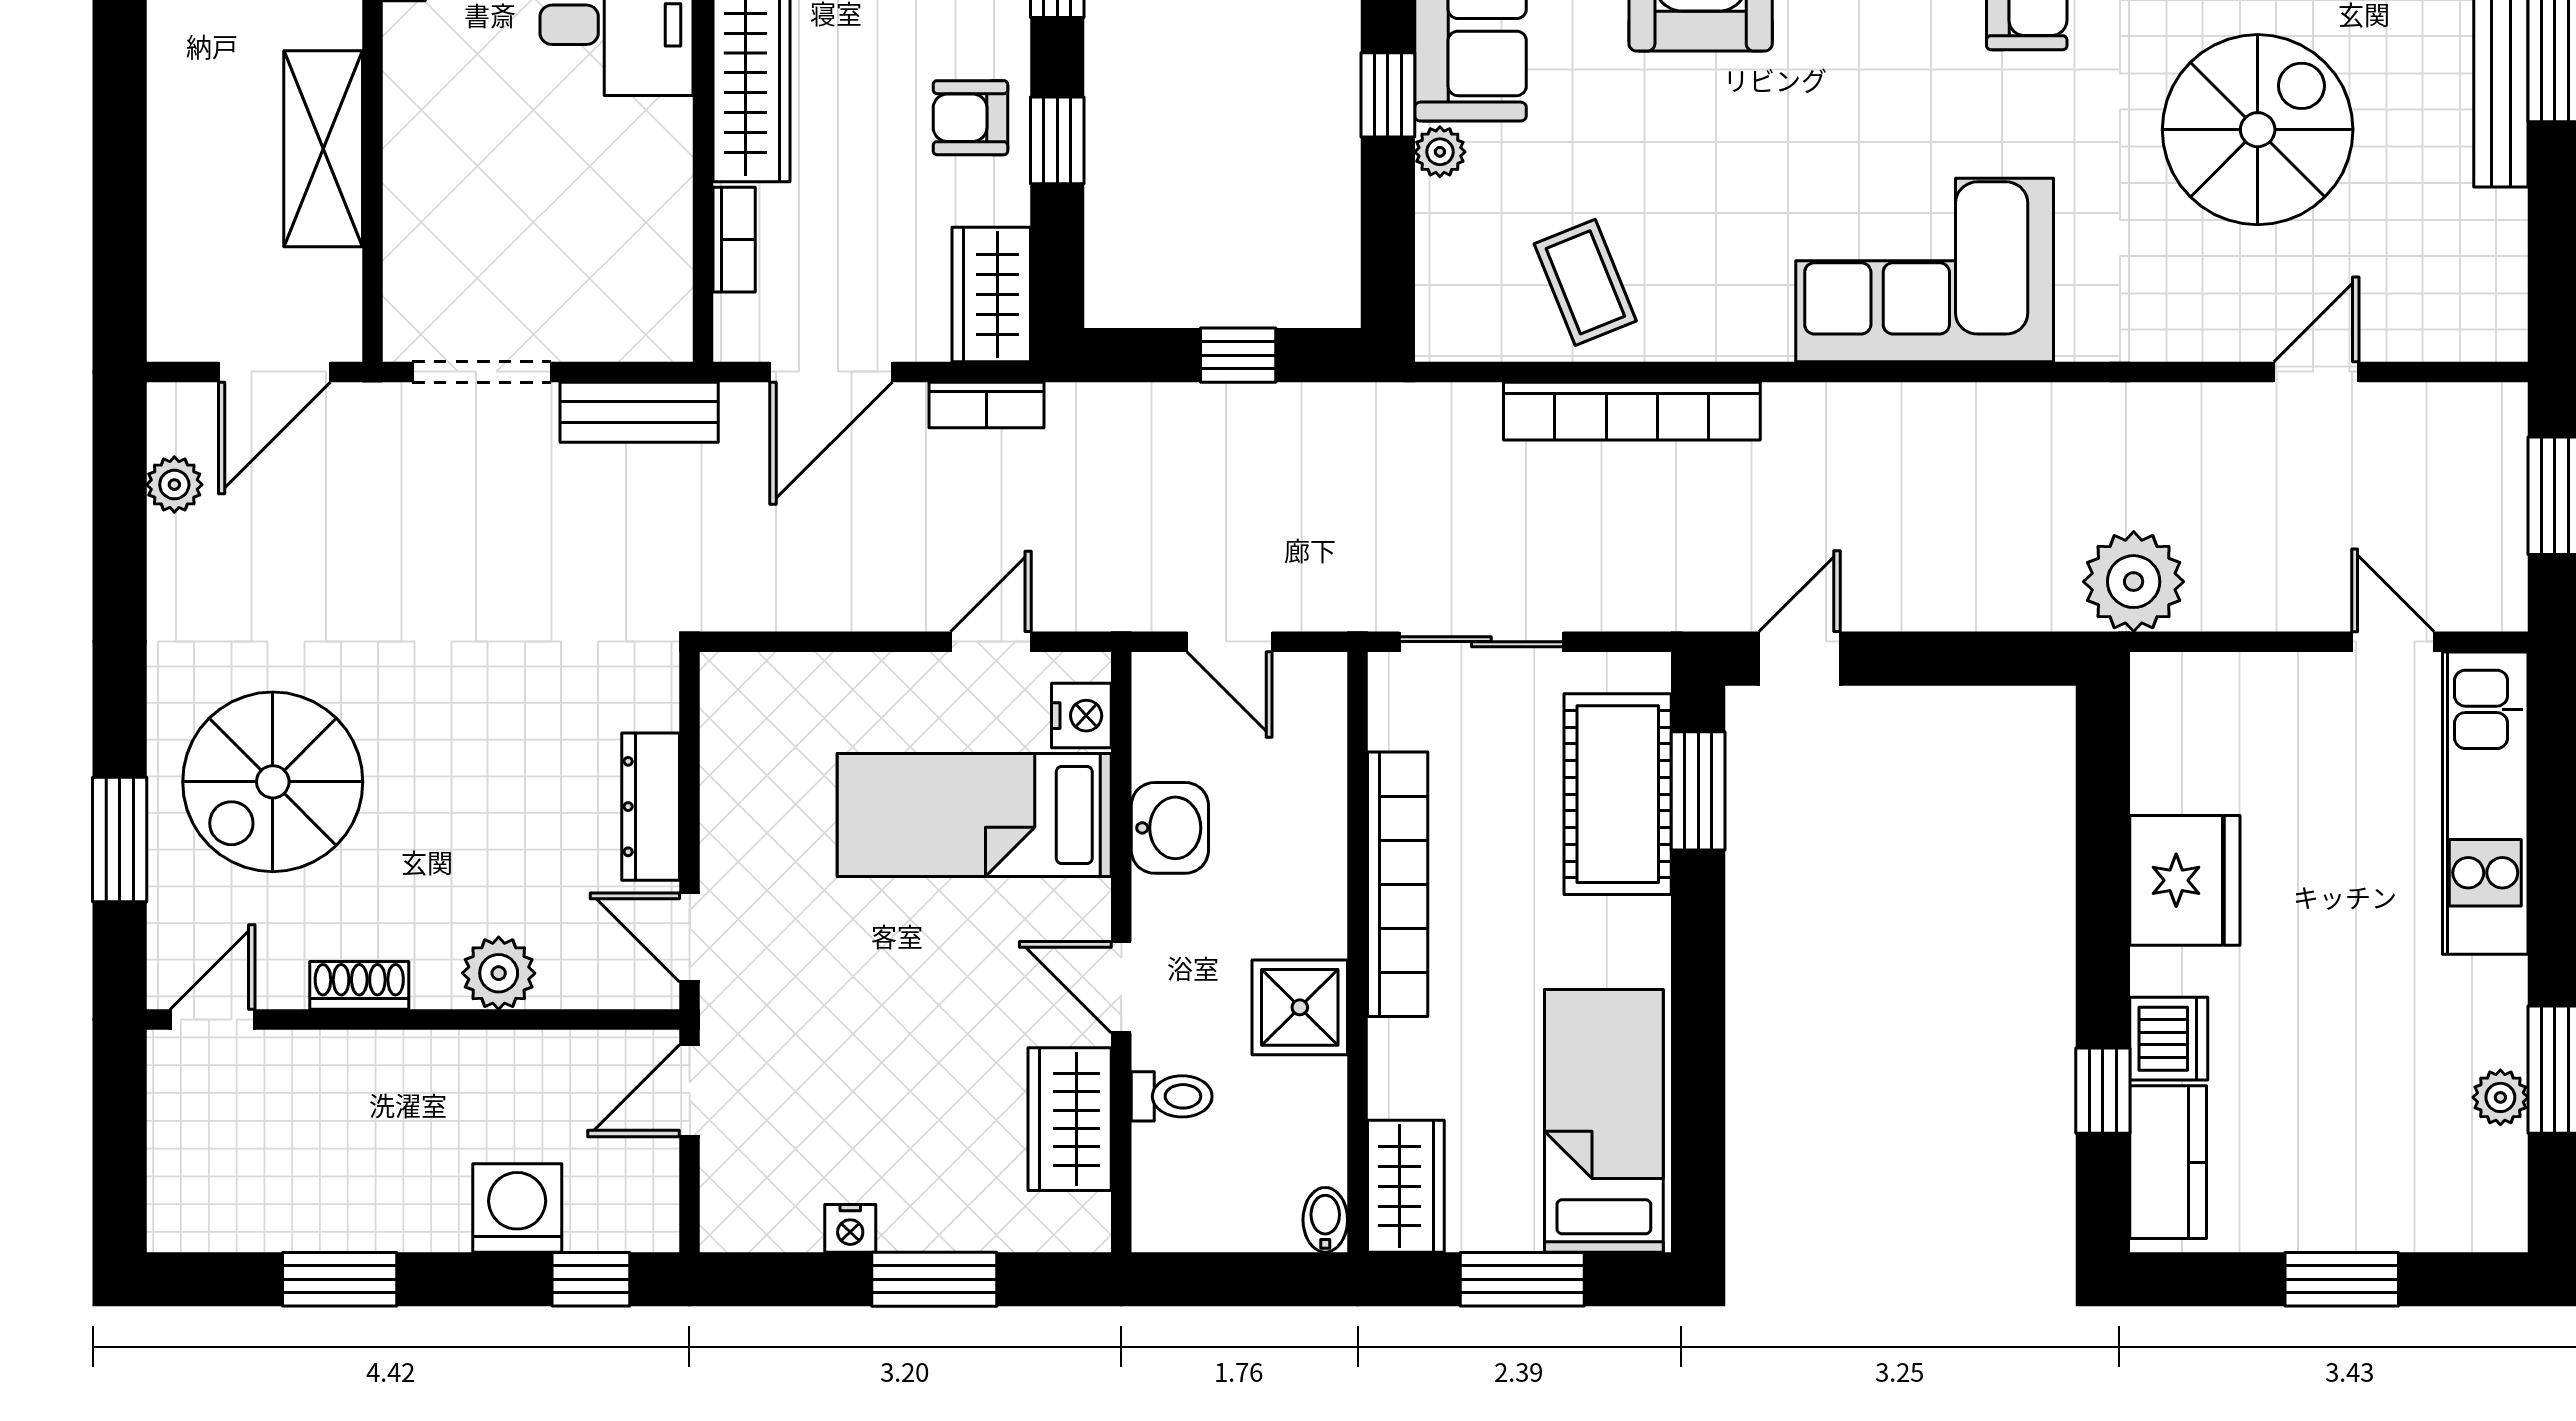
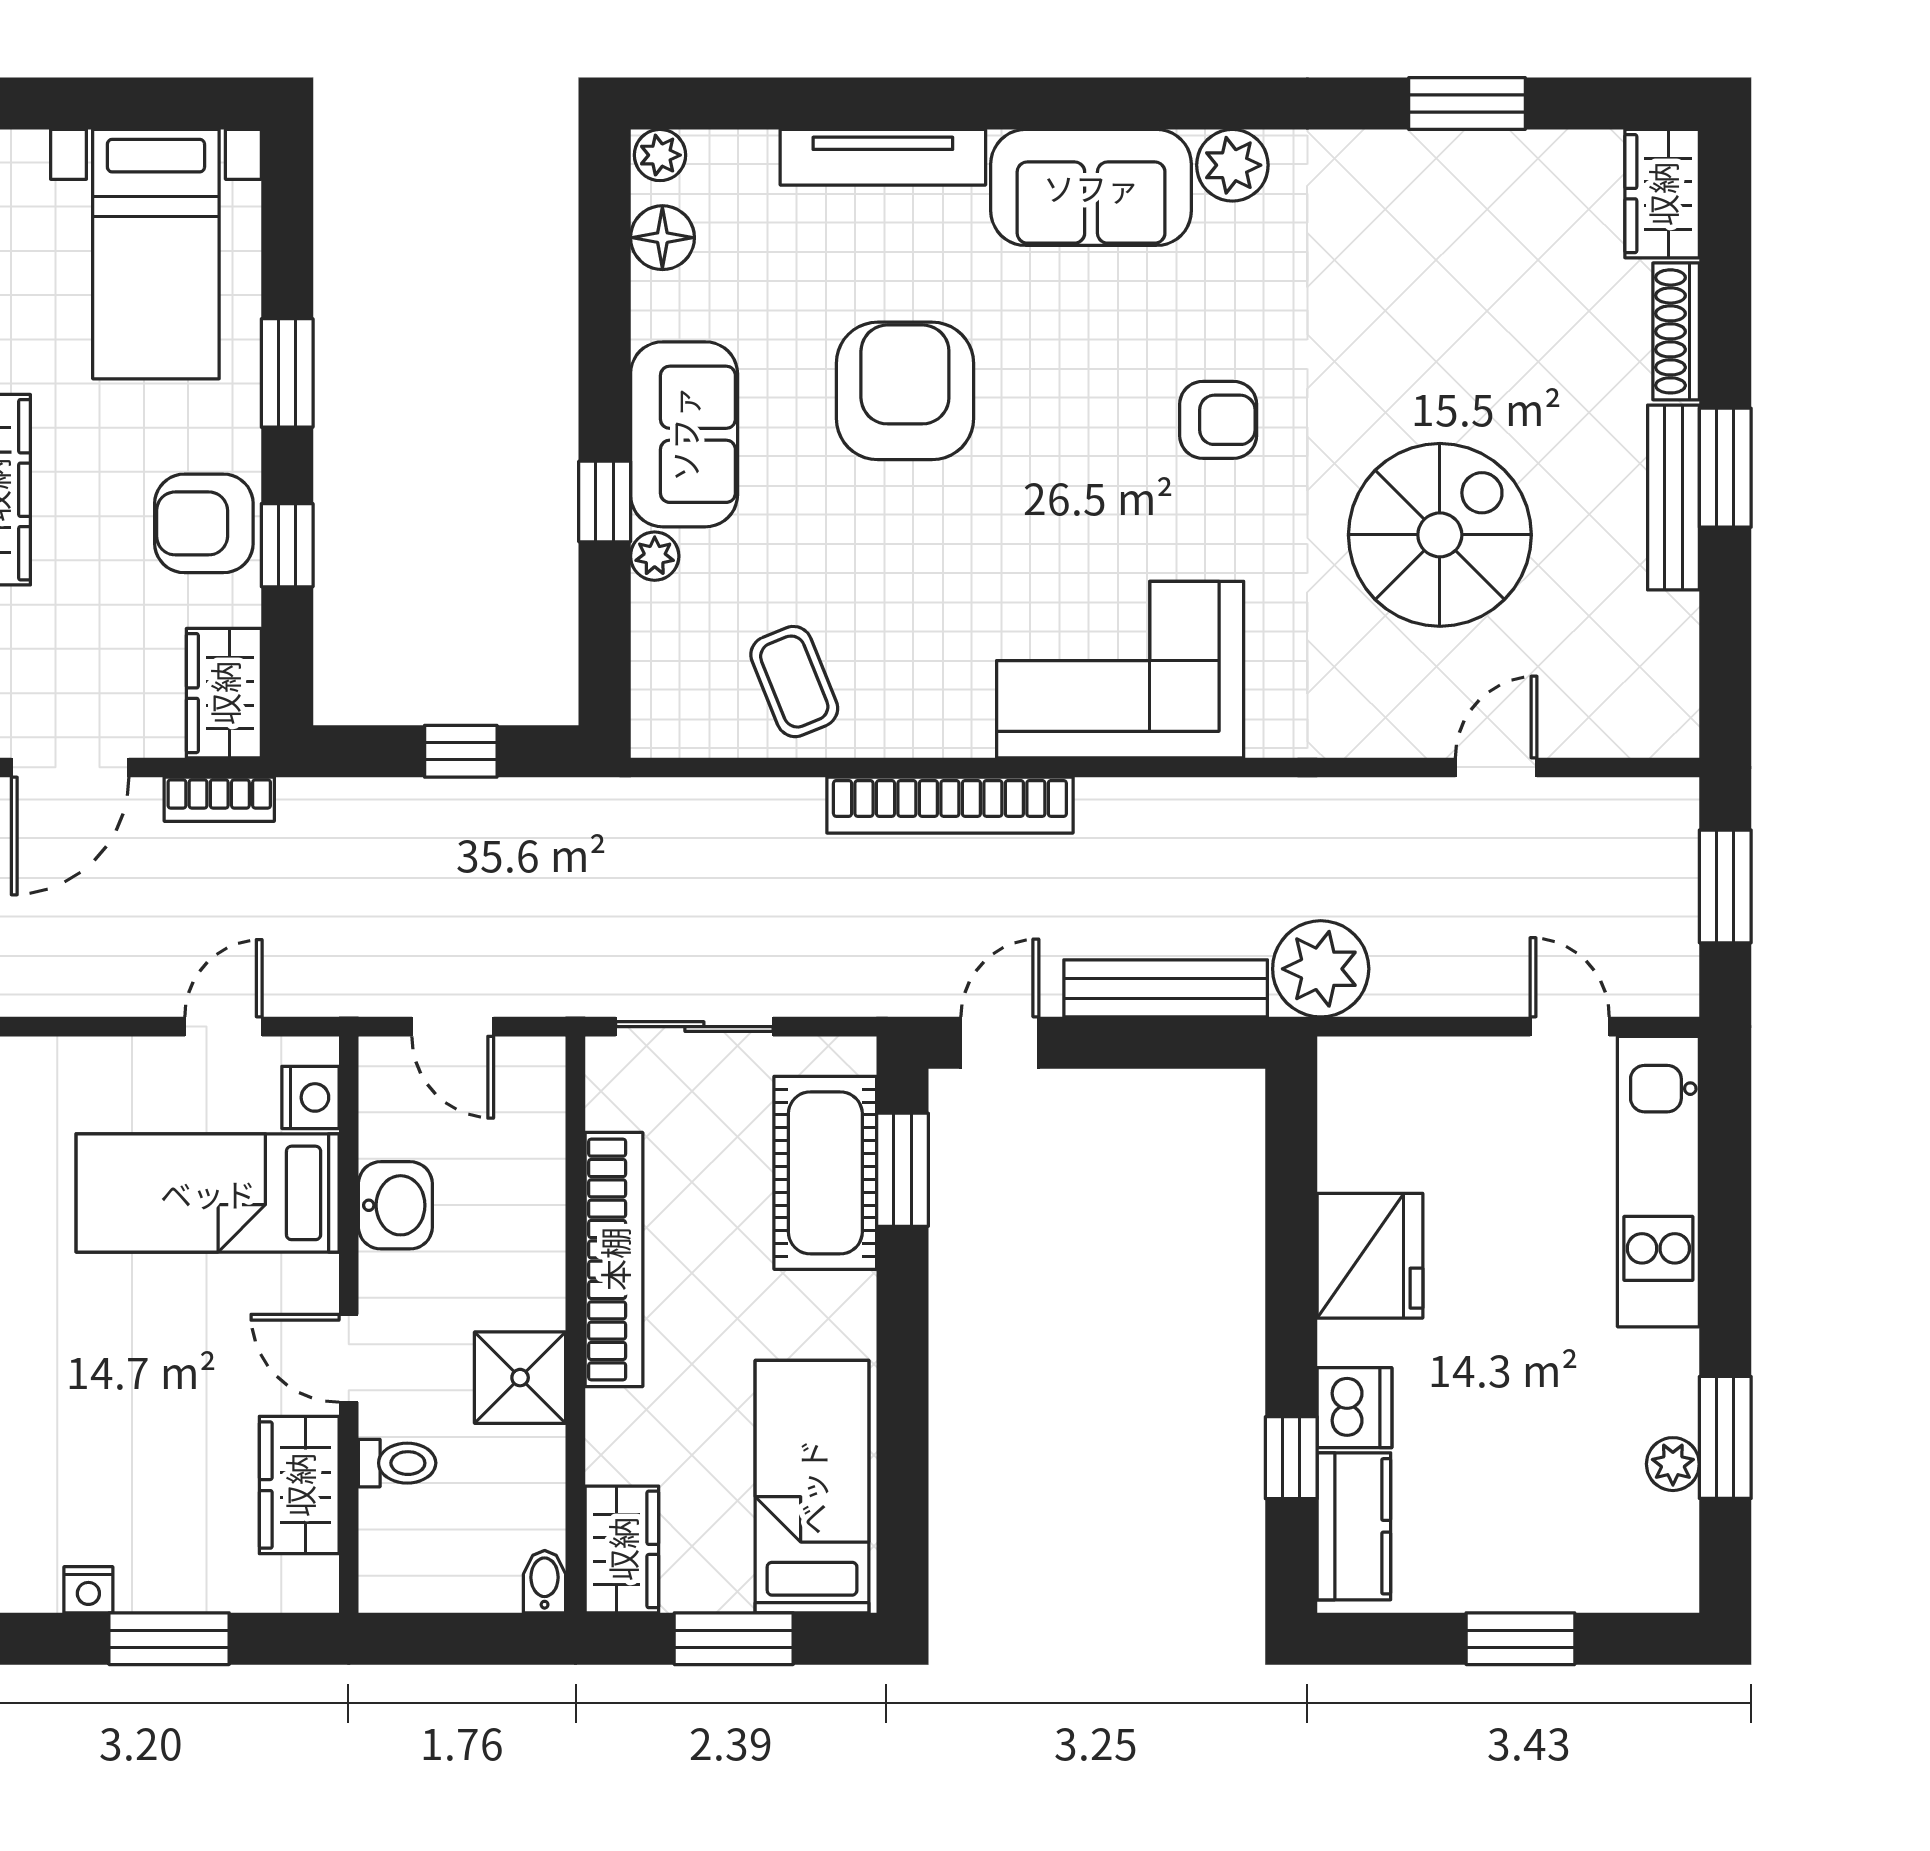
armchair: (970, 118) -> (204, 523), width x1.38, depth x1.38
bookcase: (1632, 411) -> (950, 805), moved
bench: (1972, 602) -> (1166, 988), added

